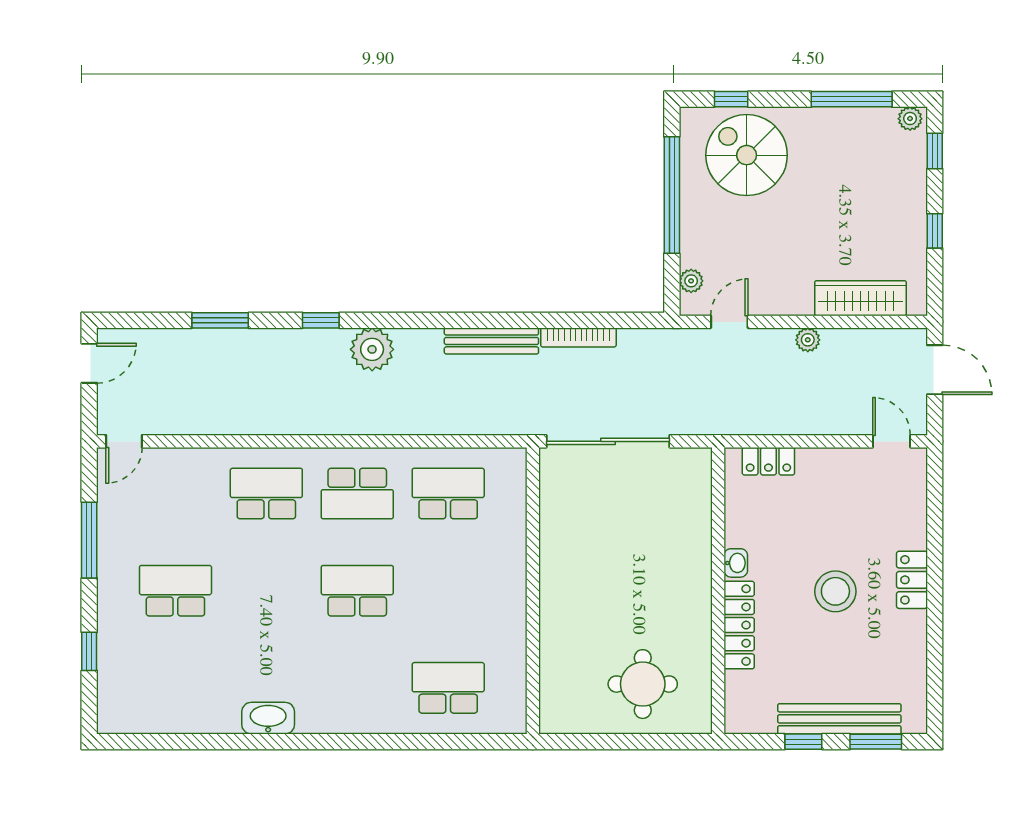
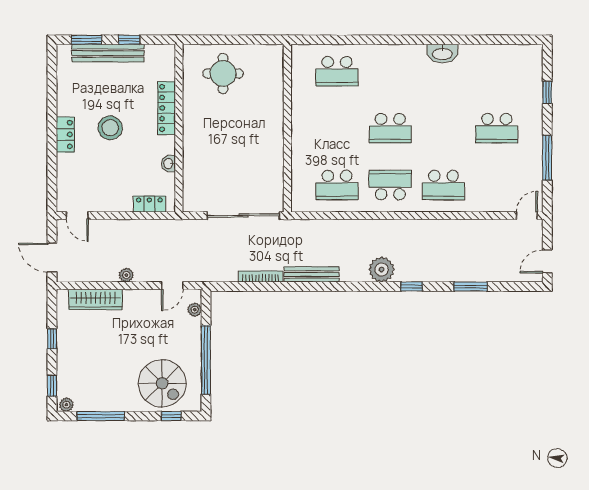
washbasin: (736, 563) -> (169, 164), moved

